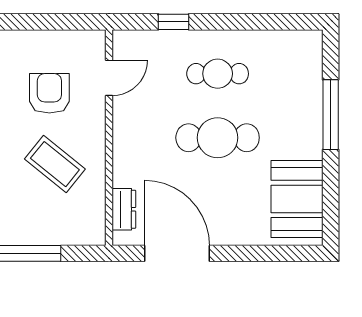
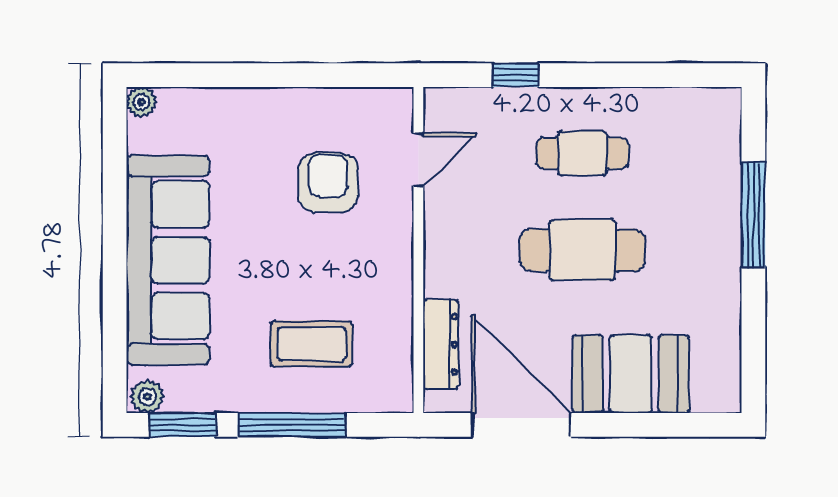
coffee table: (55, 164) -> (312, 344), moved, turned -39
booth: (297, 199) -> (631, 374), moved, turned 90
dresser: (124, 209) -> (441, 344), width x1.44

